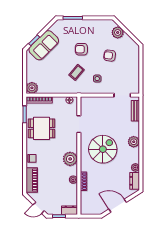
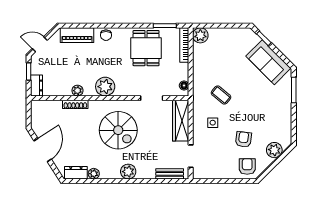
sofa: (44, 45) -> (268, 62), moved
armchair: (81, 49) -> (247, 166), moved
wardrobe: (96, 102) -> (181, 121), added
door: (39, 208) -> (40, 44), hinge flipped

